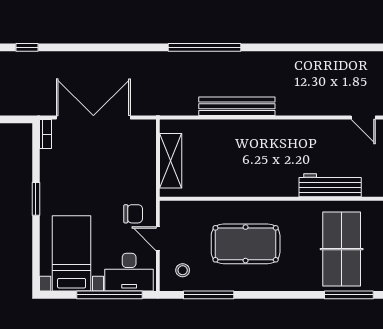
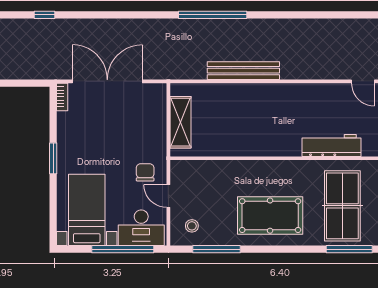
chair: (133, 214) -> (145, 172), turned -90
pool table: (246, 244) -> (270, 216), moved

